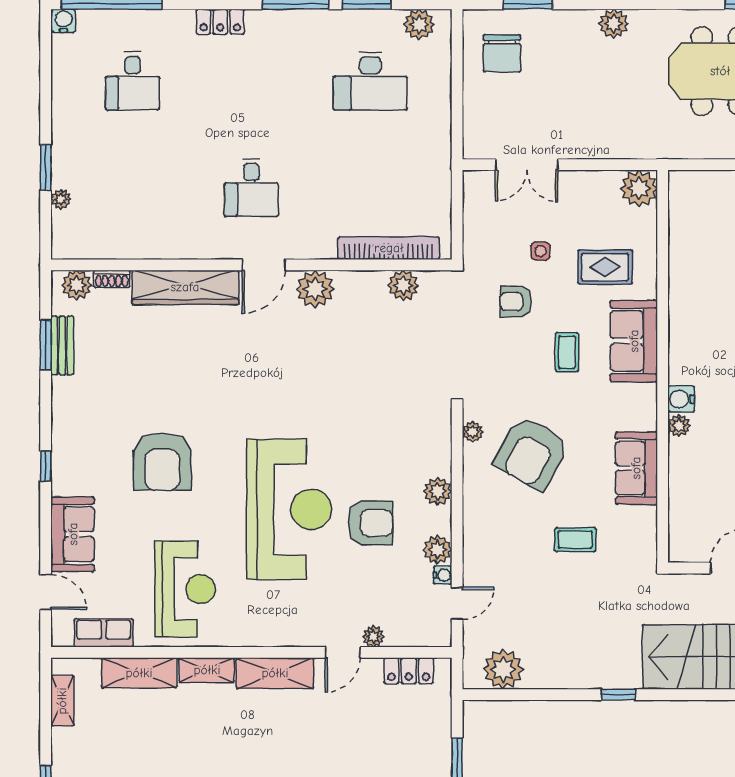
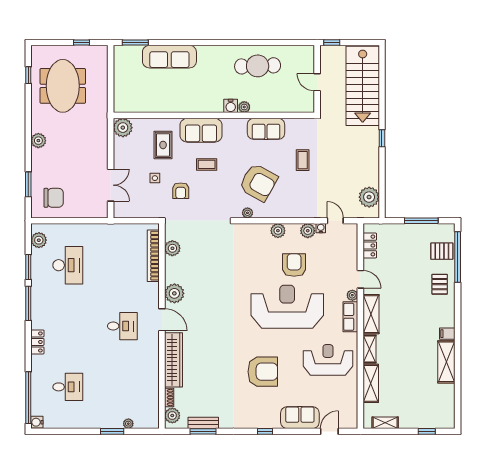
row of seats: (104, 633) -> (350, 317), moved
plant: (374, 637) -> (352, 295), moved

